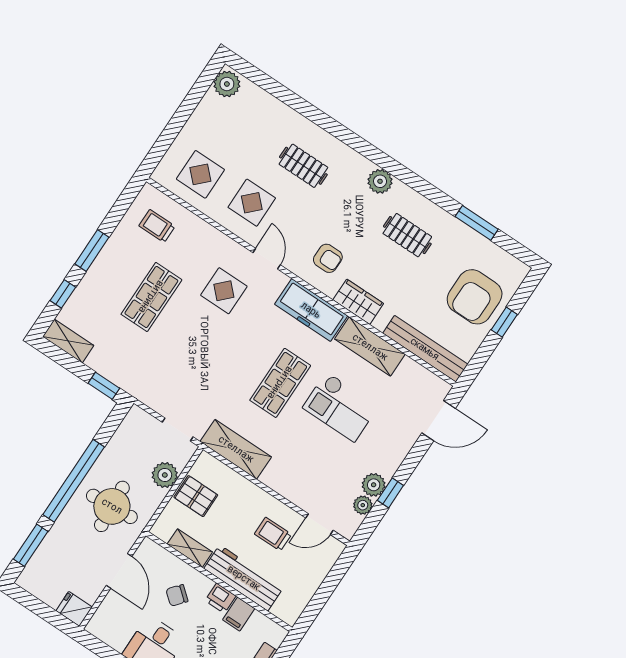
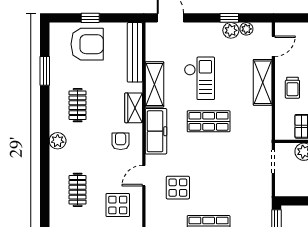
shelving: (236, 449) -> (263, 82), moved
door: (319, 524) -> (273, 46), hinge flipped
trolley: (273, 534) -> (292, 88), moved

